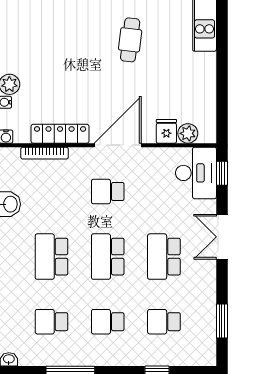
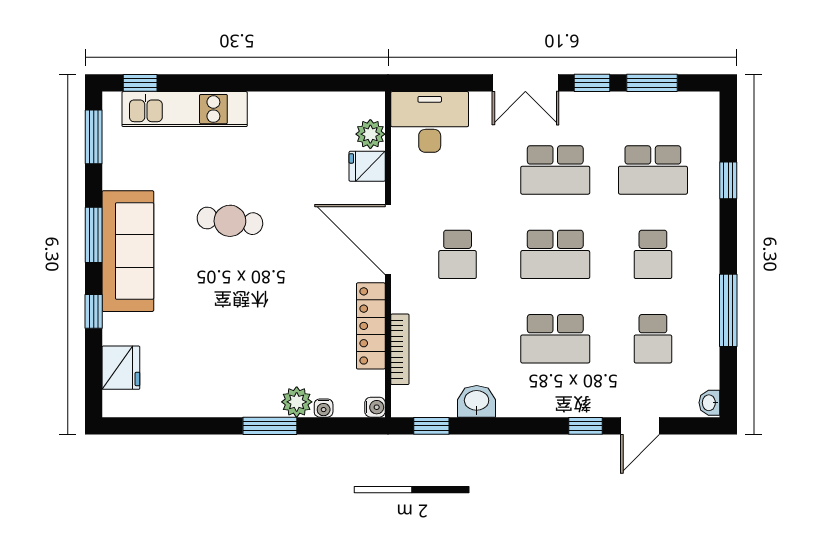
window: (222, 173) -> (592, 83), moved
school desk: (164, 322) -> (653, 170), width x1.85

